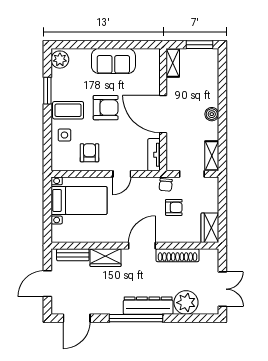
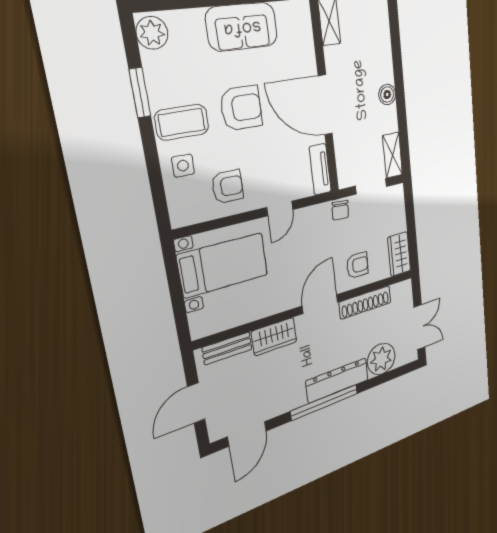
armchair: (89, 153) -> (228, 187), turned 90
armchair: (174, 207) -> (357, 265), moved

